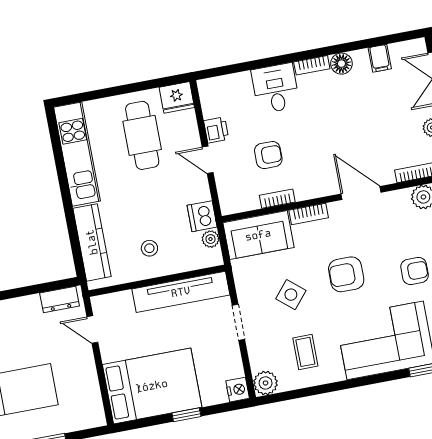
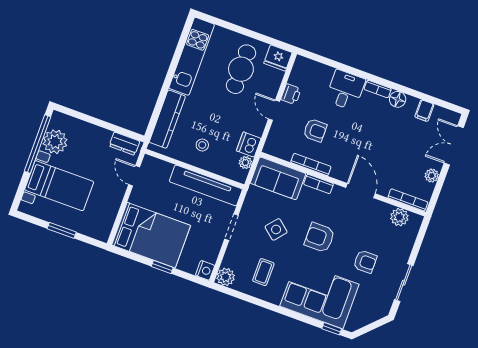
bookcase: (277, 199) -> (311, 165), width x1.56

